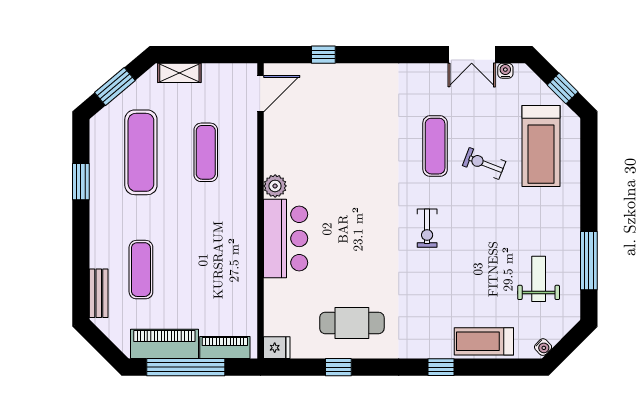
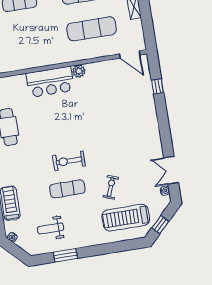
exercise mat: (435, 146) -> (67, 189), moved
exercise mat: (206, 152) -> (92, 29), width x1.36, depth x1.45
exercise bike: (427, 228) -> (69, 161), width x1.38, depth x1.39
window: (589, 261) -> (65, 255), width x0.69
weight bench: (539, 279) -> (51, 229), turned 180

